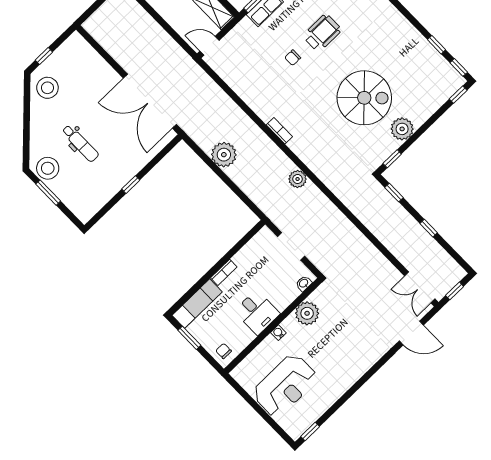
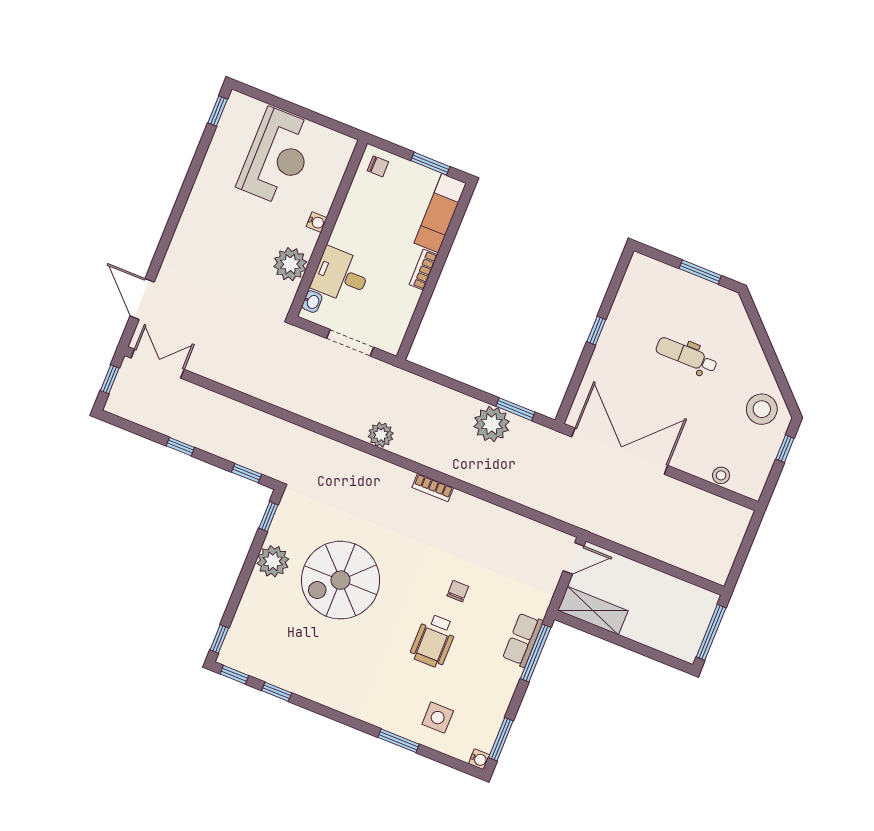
window: (205, 157) -> (515, 409), added
stool: (48, 168) -> (721, 475), moved, width x0.53, depth x0.53
desk: (257, 312) -> (341, 275), moved
door: (411, 333) -> (142, 299), hinge flipped
reception desk: (285, 386) -> (277, 157), turned 180

